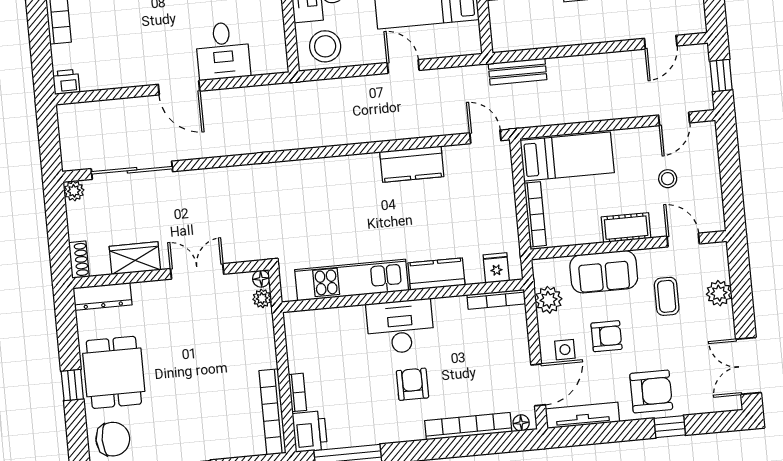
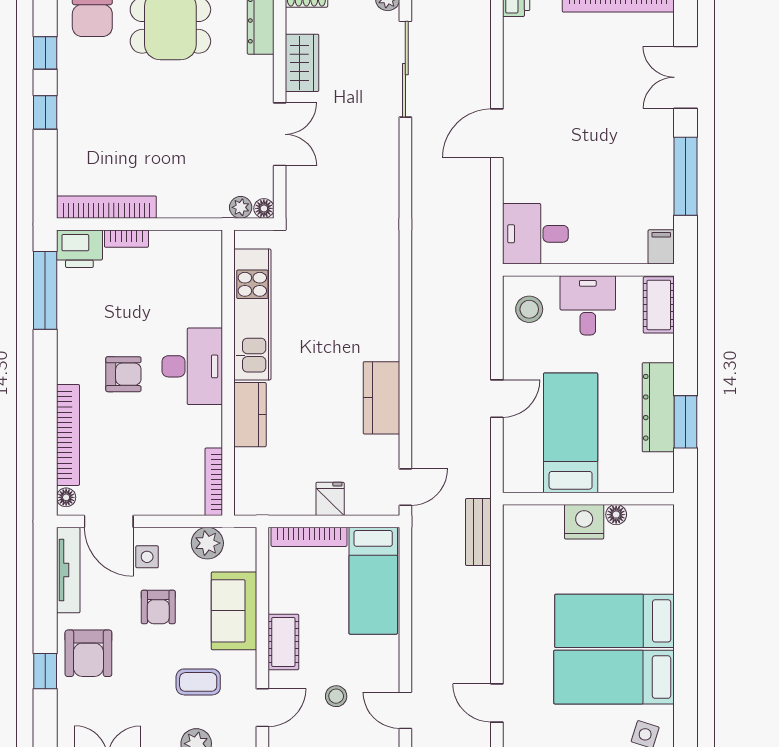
stool: (325, 46) -> (529, 309), width x0.73, depth x0.73
desk: (223, 51) -> (535, 234), moved
fridge: (496, 268) -> (330, 499), moved, turned -90

